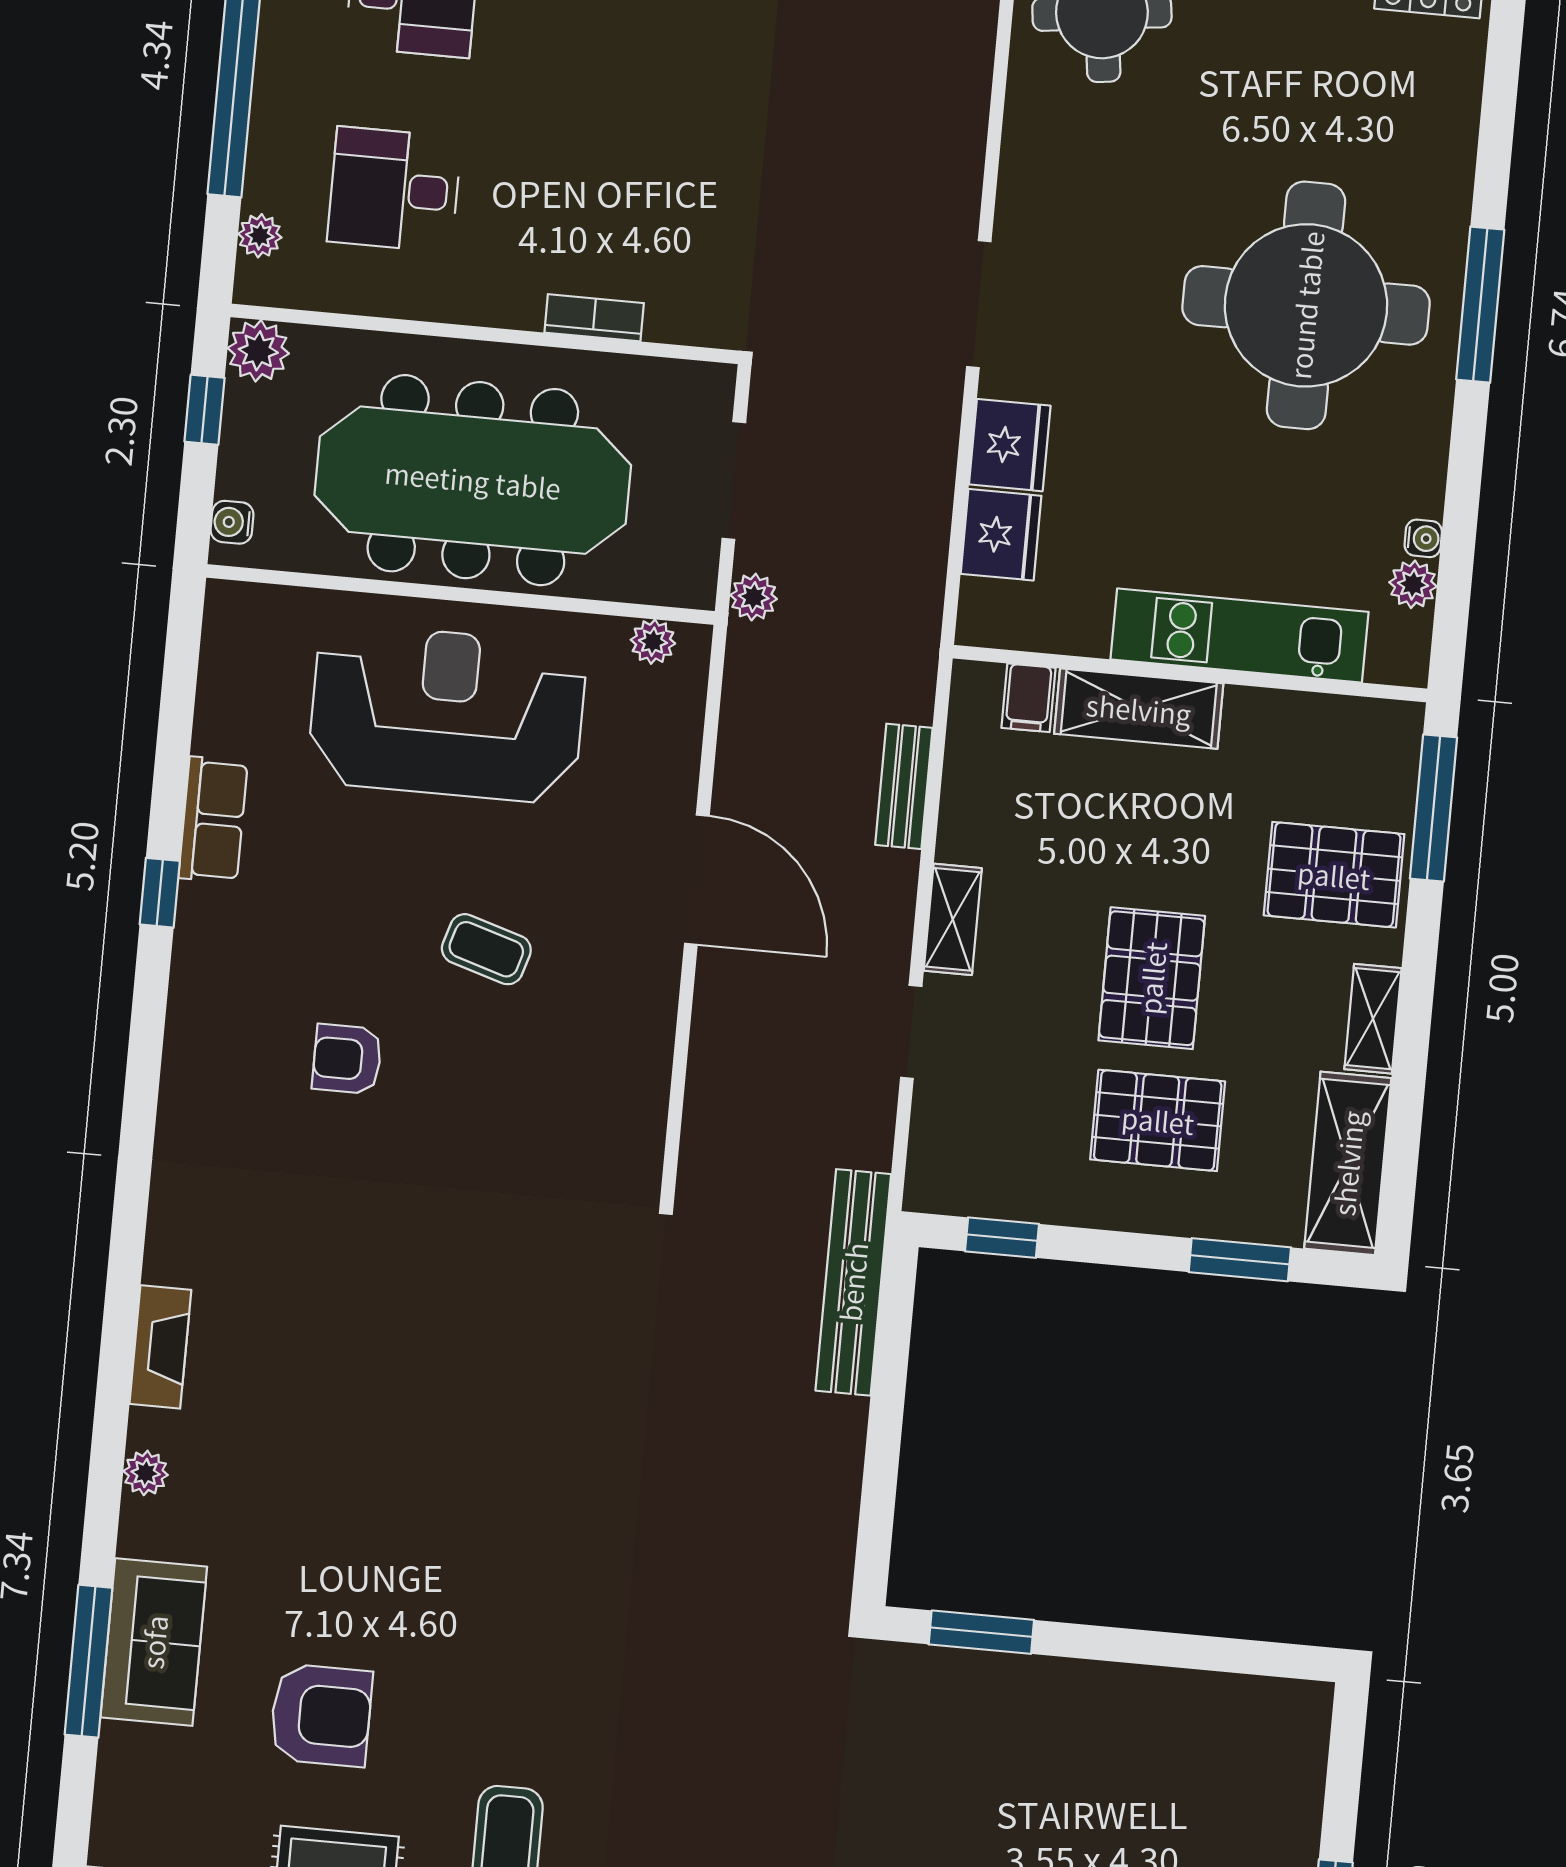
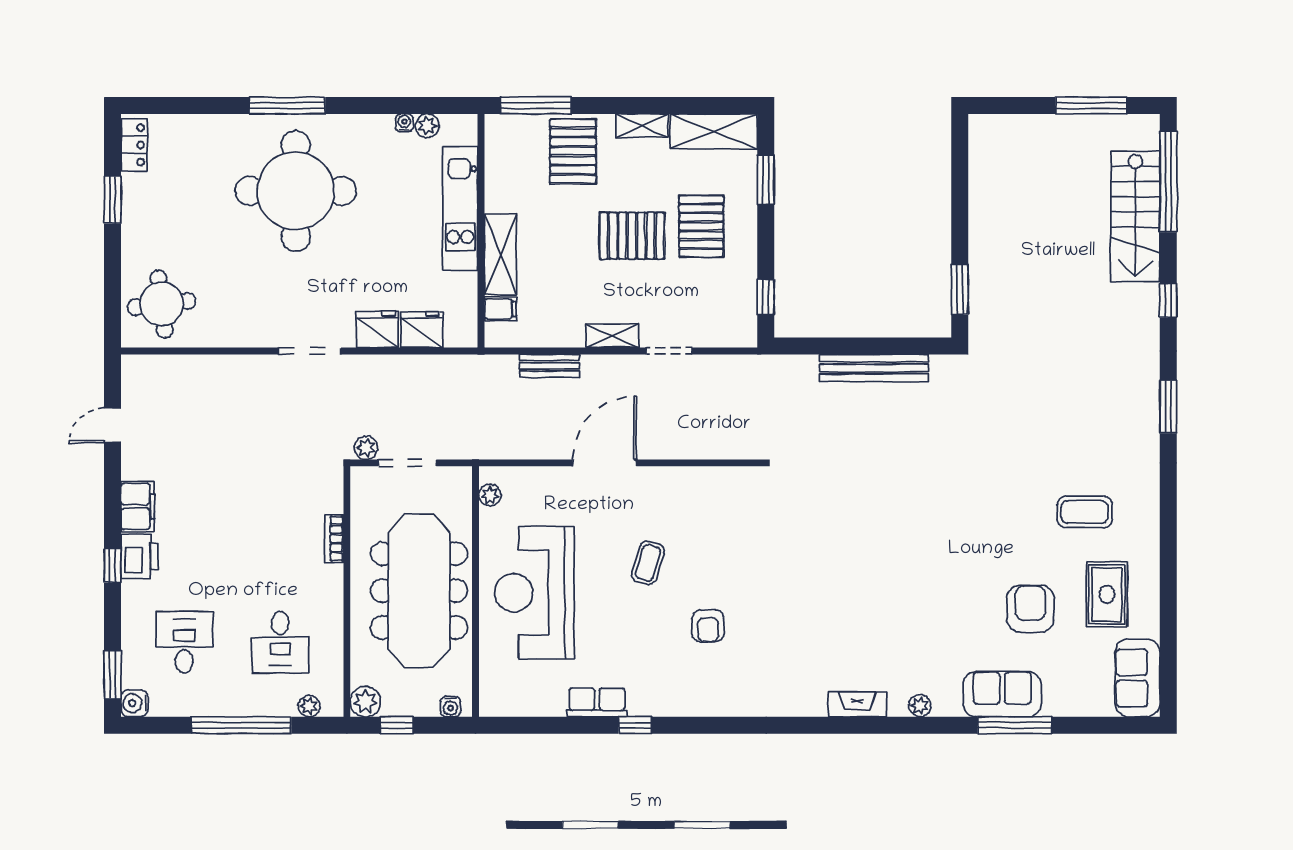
plant: (754, 597) -> (366, 448), moved
bench: (853, 1282) -> (874, 368), moved

